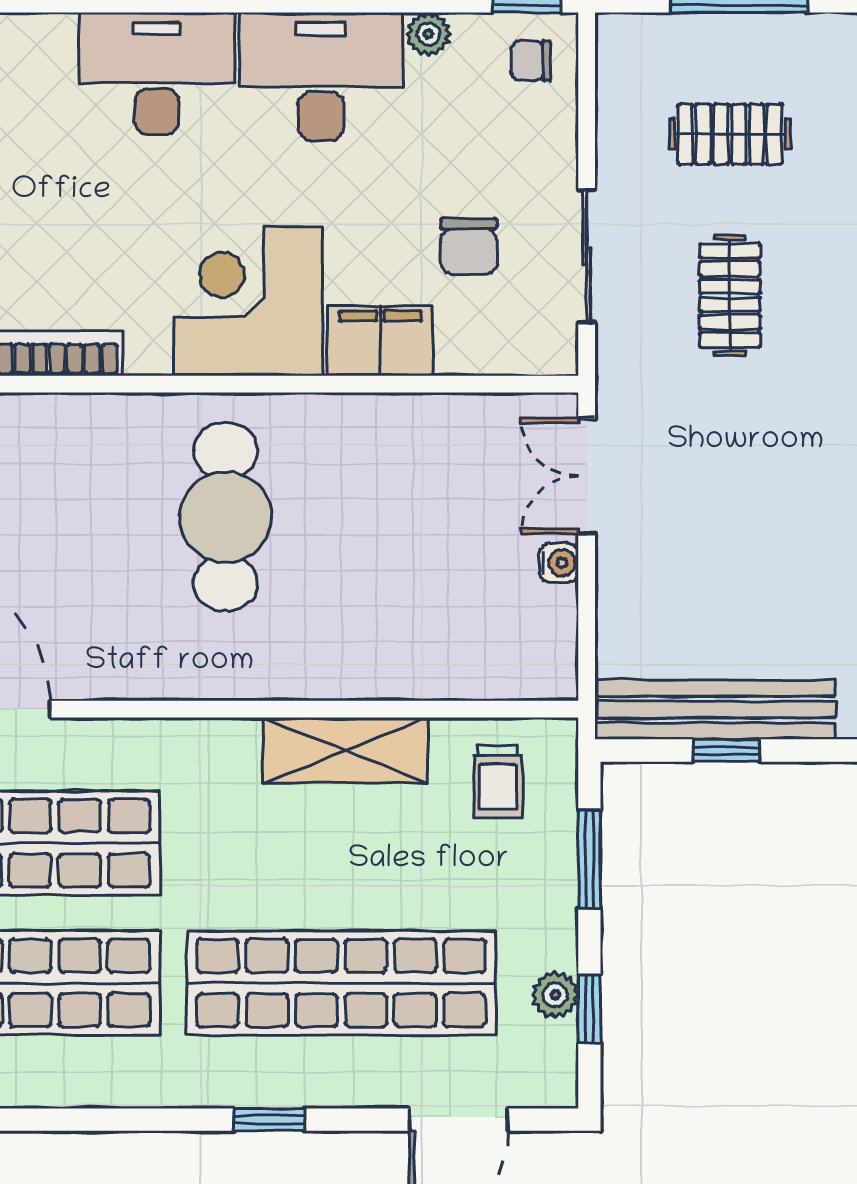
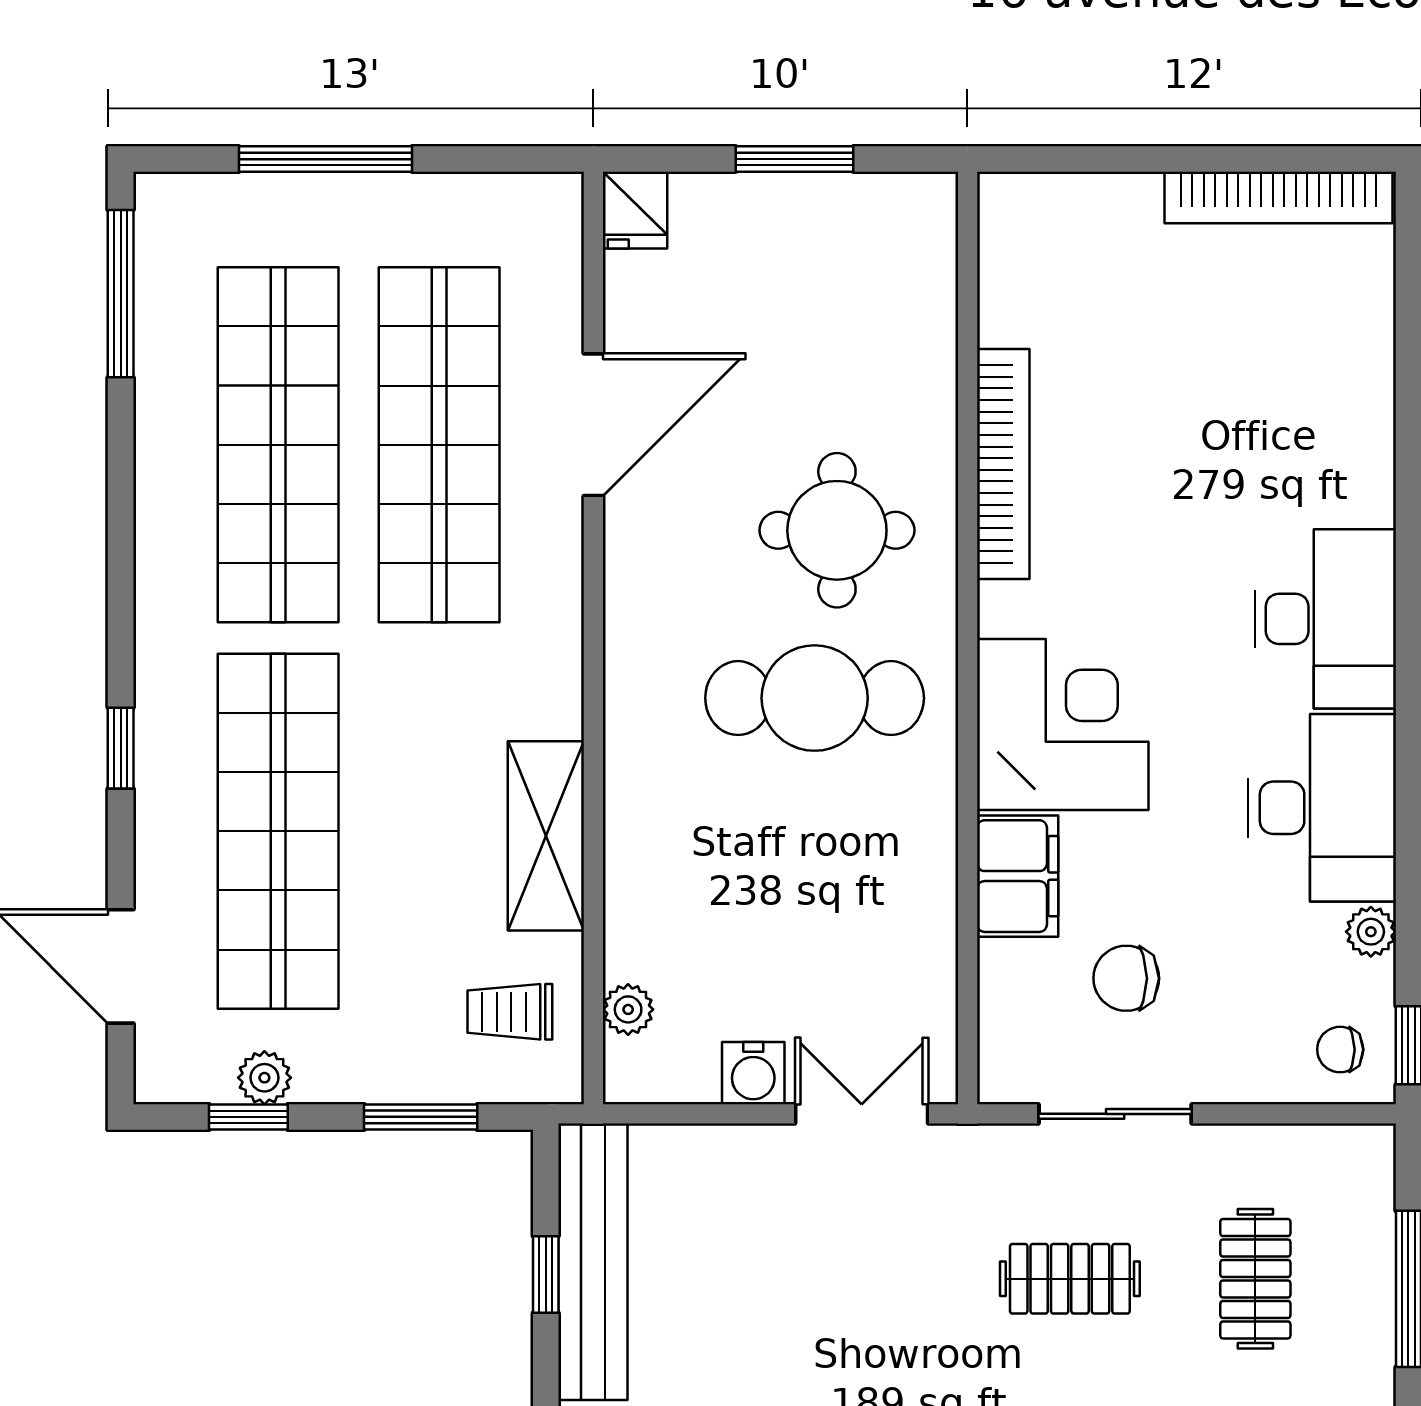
chair: (531, 61) -> (1340, 1050), turned -90
round table: (80, 498) -> (837, 530), added
water cooler: (559, 563) -> (753, 1073), width x1.38, depth x1.38
plant: (496, 679) -> (628, 1009), added

